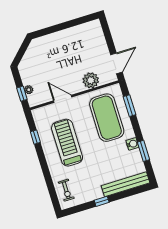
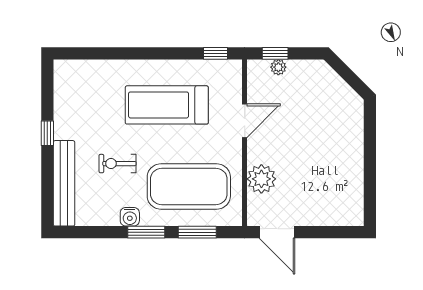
window: (35, 137) -> (216, 53), moved
treadmill: (67, 143) -> (167, 105), turned 180
window: (143, 151) -> (146, 232), moved
exercise bike: (66, 190) -> (118, 164), moved

